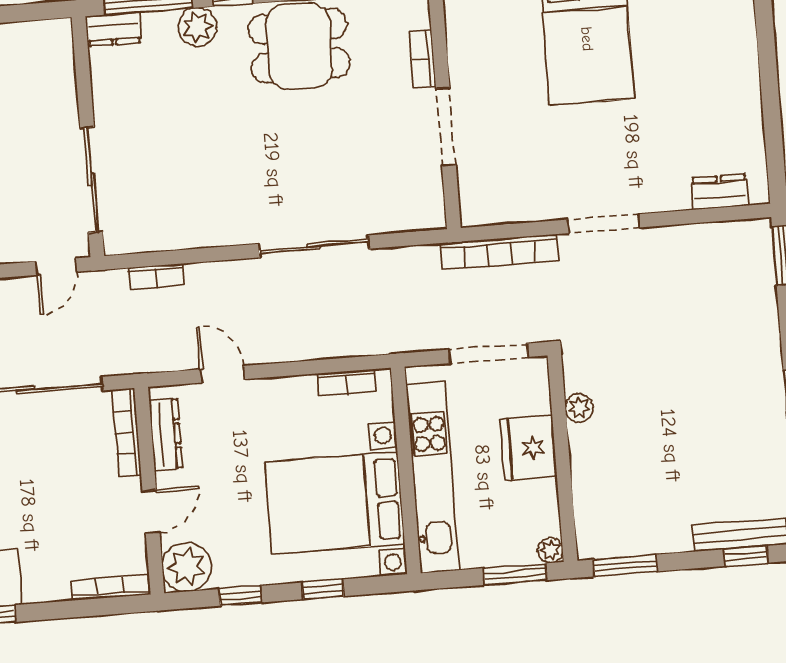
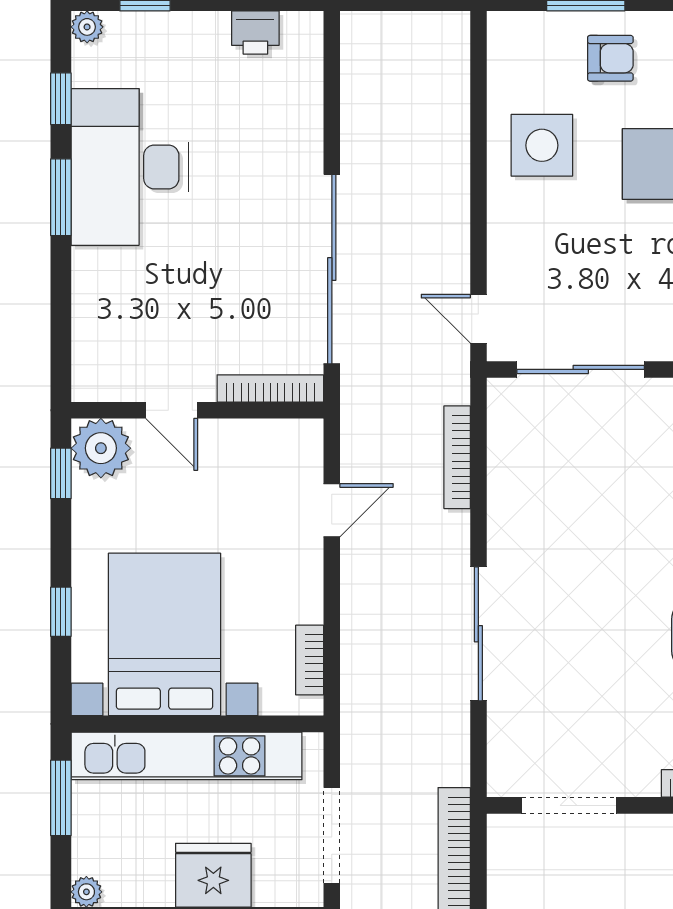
doorway: (446, 127) -> (569, 805), moved
bookcase: (156, 276) -> (457, 457), width x1.56
dresser: (166, 434) -> (264, 435), removed
window: (515, 574) -> (61, 798), moved
bookcase: (110, 588) -> (83, 354), removed
window: (241, 596) -> (61, 473), moved

